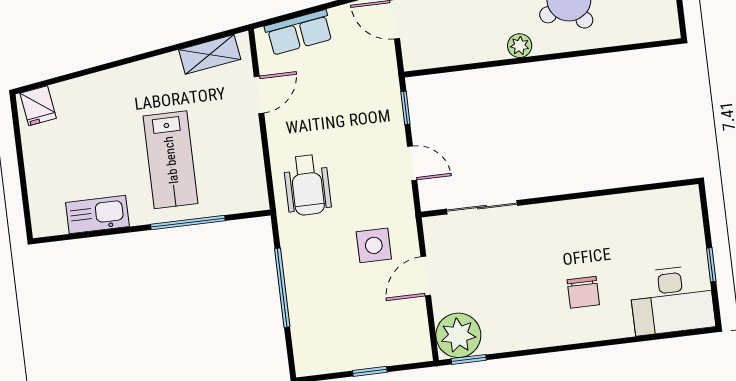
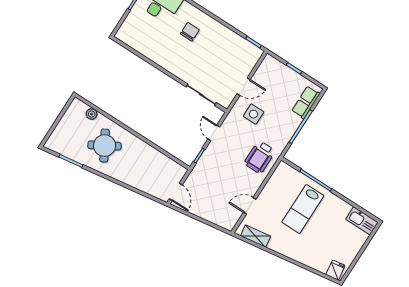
row of seats: (299, 33) -> (306, 102), moved, turned -82
plant: (520, 46) -> (92, 114), moved
lab bench: (171, 160) -> (303, 209), turned 180
wheelchair: (307, 185) -> (260, 157), turned 180
kitchen sink: (97, 214) -> (362, 221), moved
plant: (458, 335) -> (250, 54), removed

